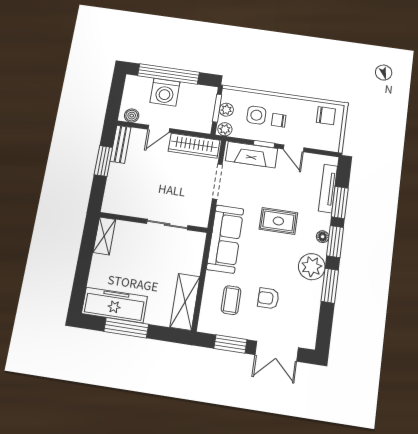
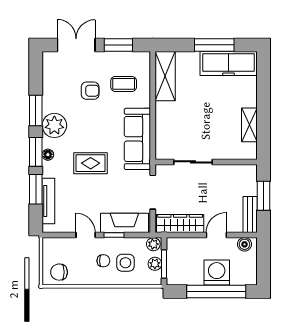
wall: (153, 222) -> (206, 162), moved
sliding door: (167, 224) -> (193, 162), moved
coffee table: (231, 300) -> (124, 84), turned 90

